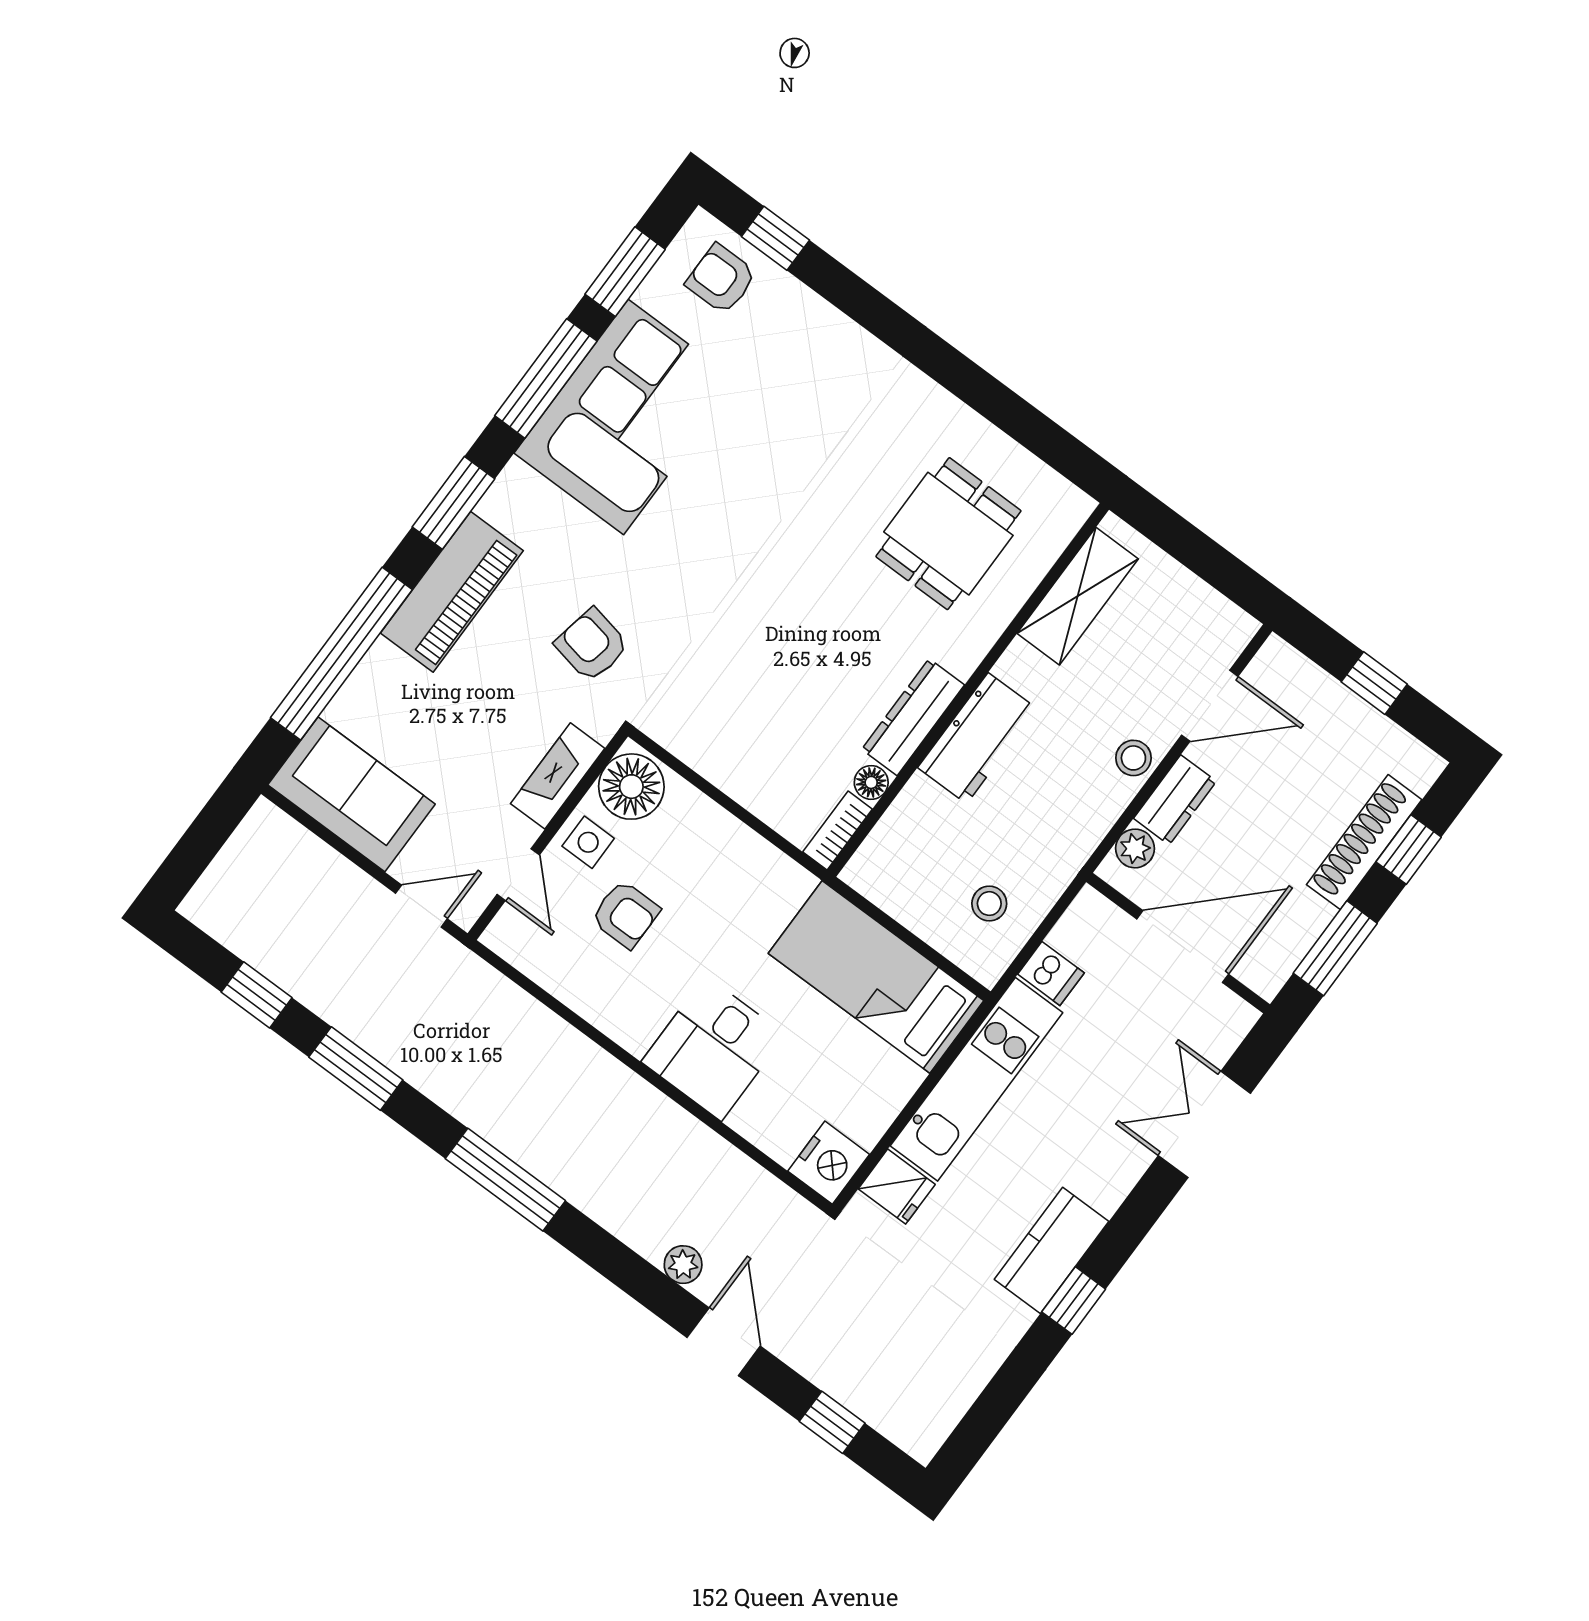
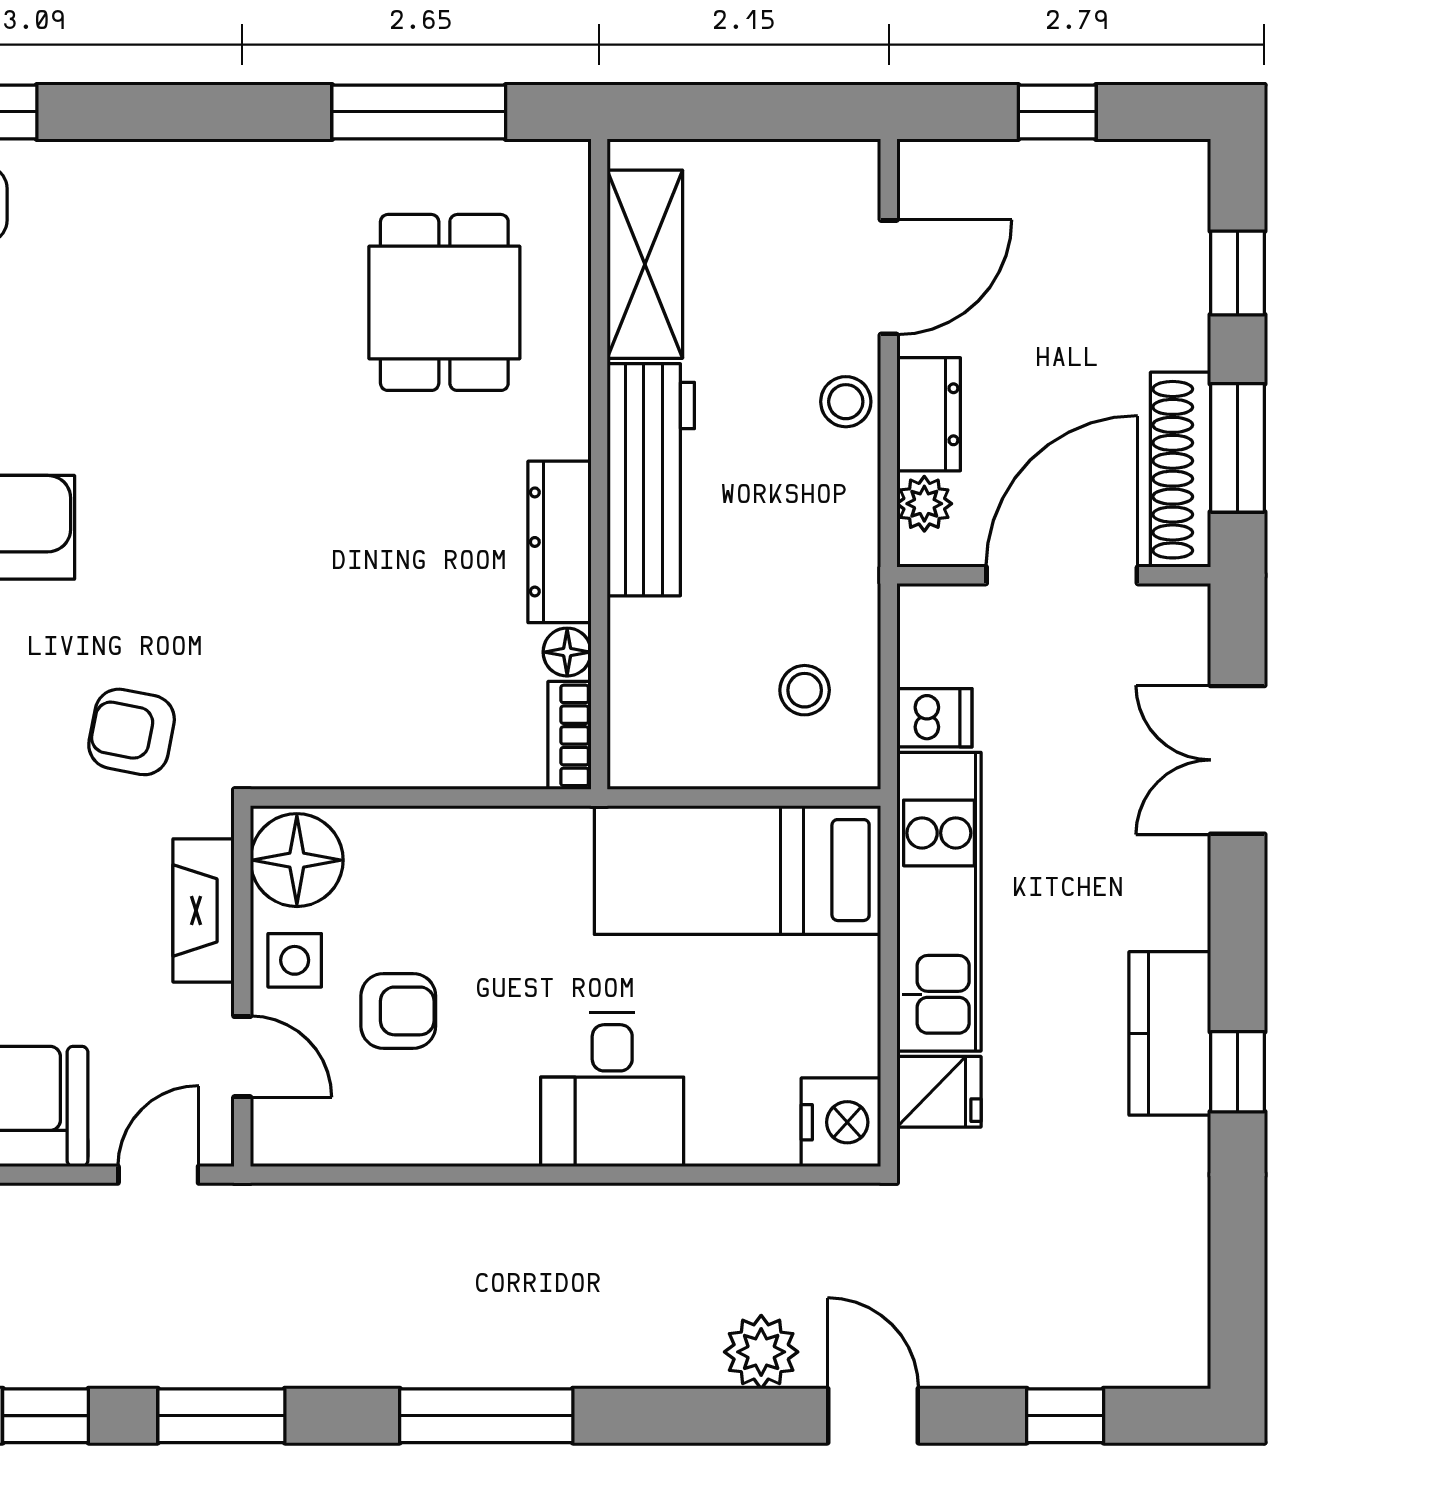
window: (1014, 415) -> (419, 112), added
workbench: (977, 738) -> (651, 480), width x1.37
shoe rack: (1364, 842) -> (1180, 470), moved
plant: (683, 1265) -> (761, 1352), width x1.38, depth x1.38

